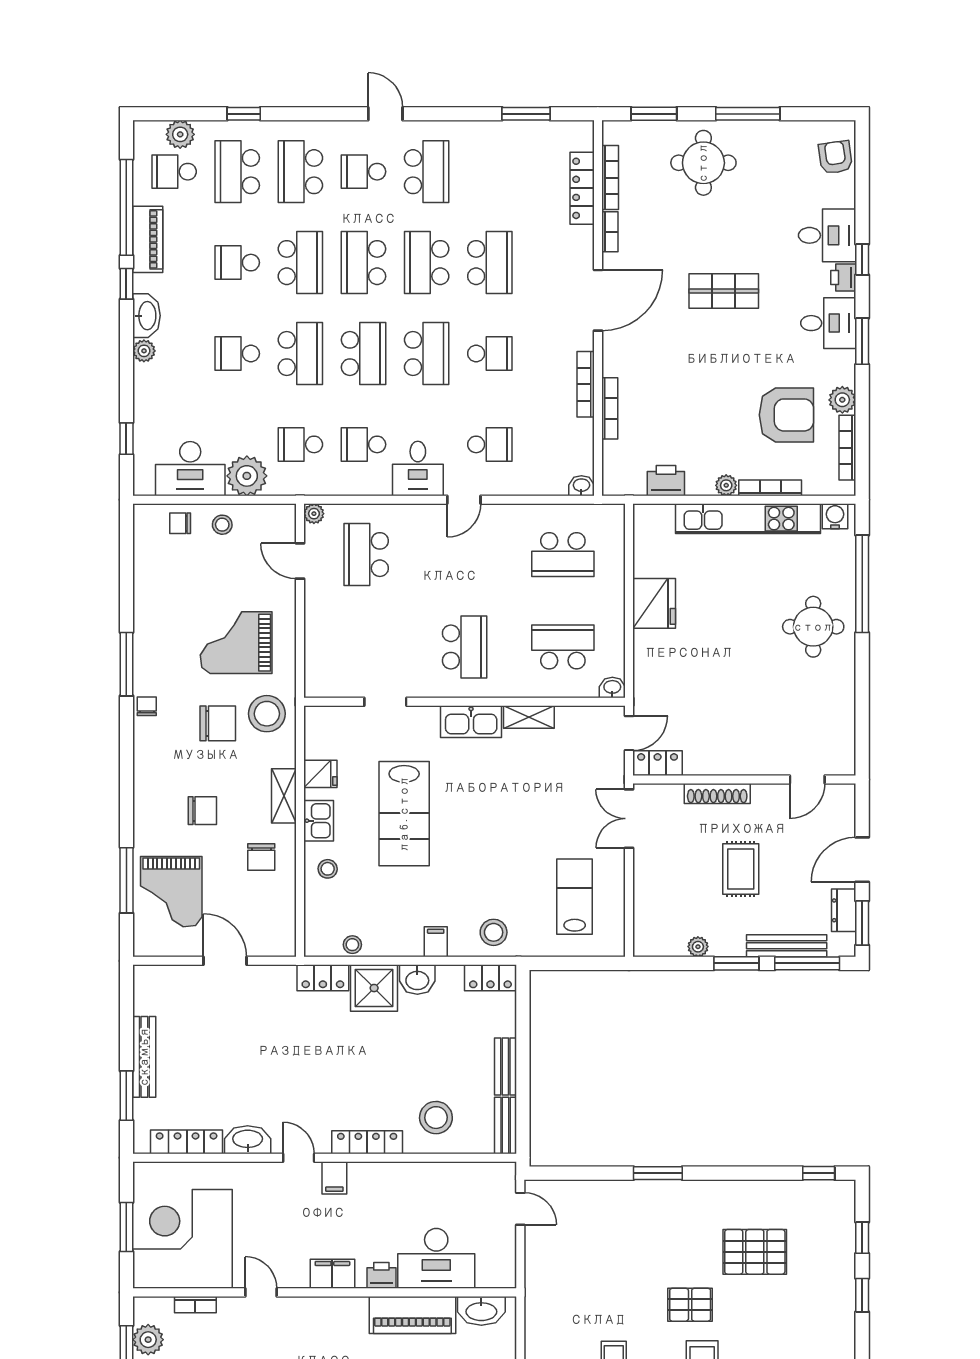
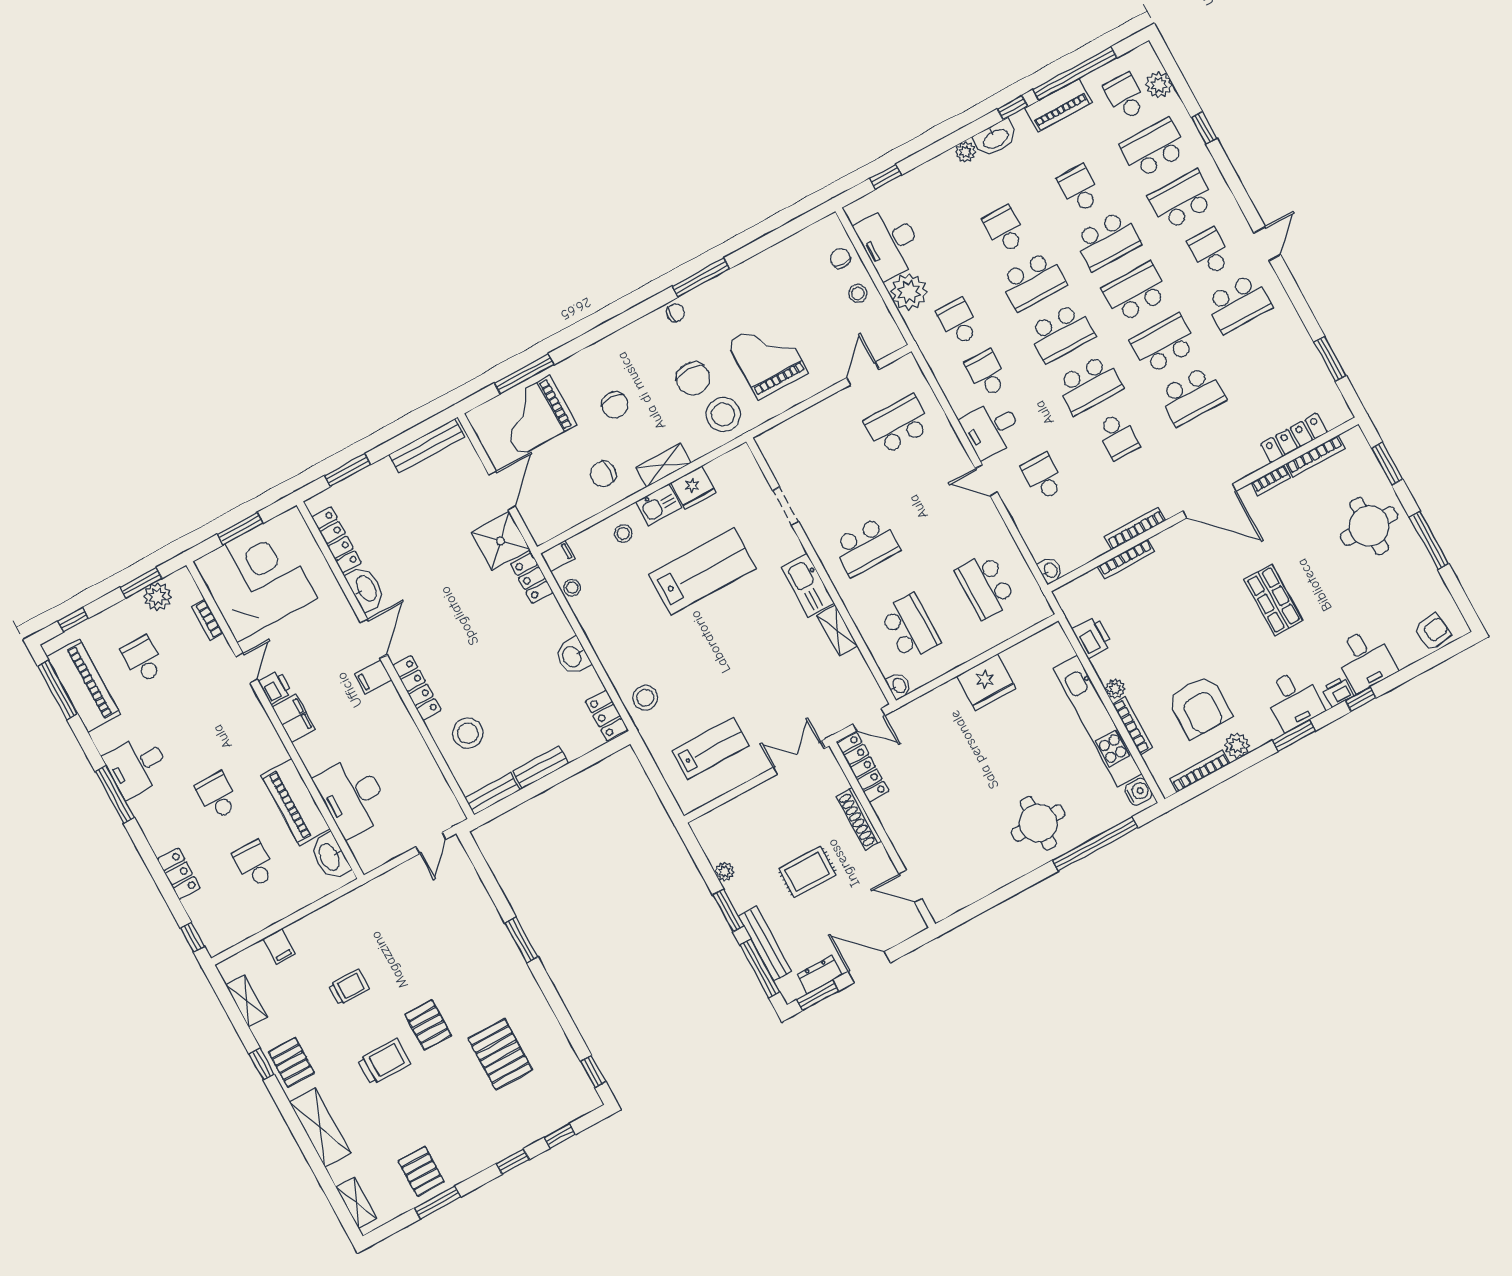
school desk: (490, 444) -> (1043, 477), turned 180
plant: (314, 514) -> (908, 364), removed
locker: (658, 763) -> (863, 767), width x1.53
fridge: (320, 774) -> (693, 488), width x1.38
lab bench: (404, 814) -> (702, 571), turned 180
filing cabinet: (436, 942) -> (558, 556), moved
shower: (374, 988) -> (501, 541), moved
bench: (144, 1057) -> (427, 446), moved
door: (299, 1158) -> (374, 639), width x1.38
printer: (381, 1275) -> (275, 687), moved

